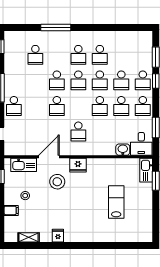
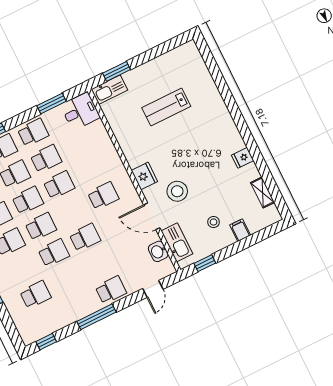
washbasin: (123, 150) -> (158, 251), moved

